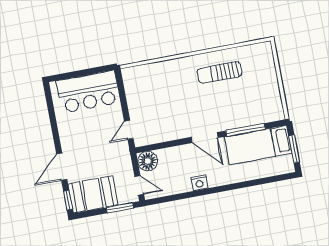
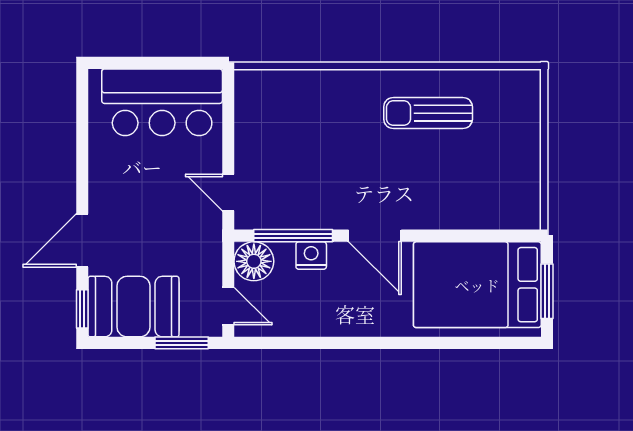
door: (129, 130) -> (228, 193), hinge flipped
window: (245, 130) -> (293, 236), moved
bed: (258, 145) -> (477, 285), width x1.50
nightstand: (199, 183) -> (311, 256), moved, turned 180

